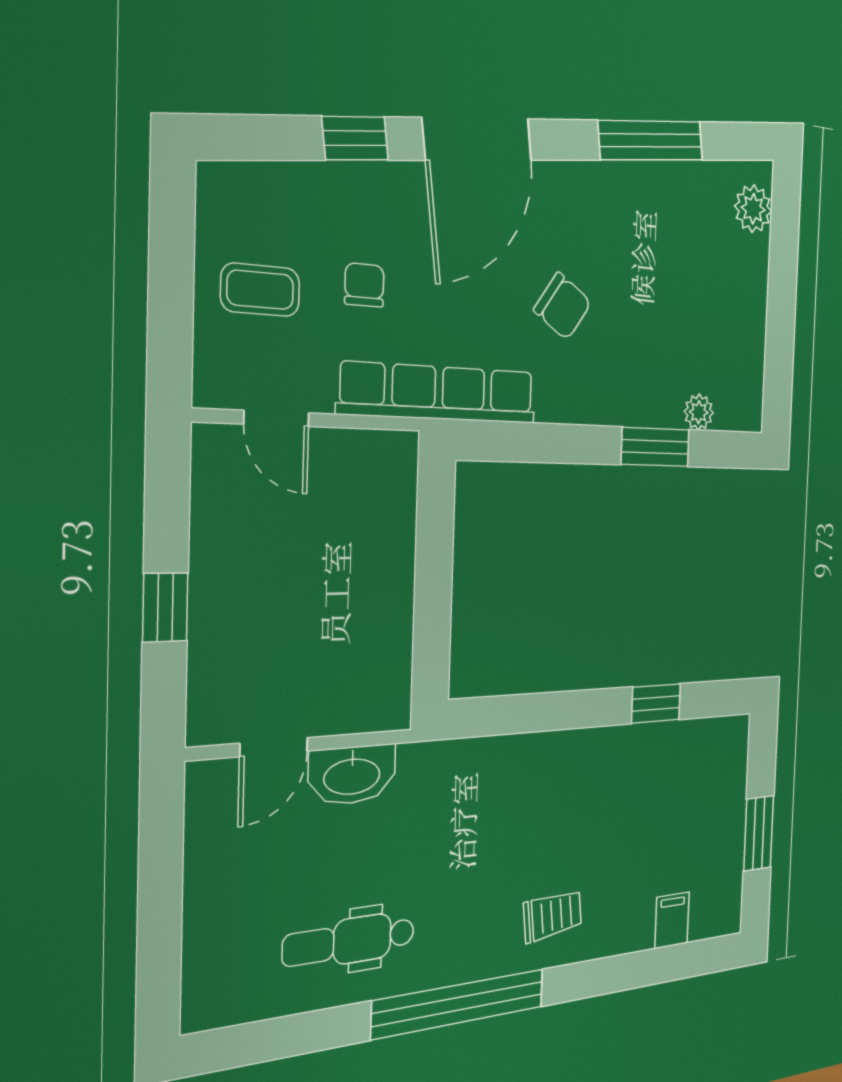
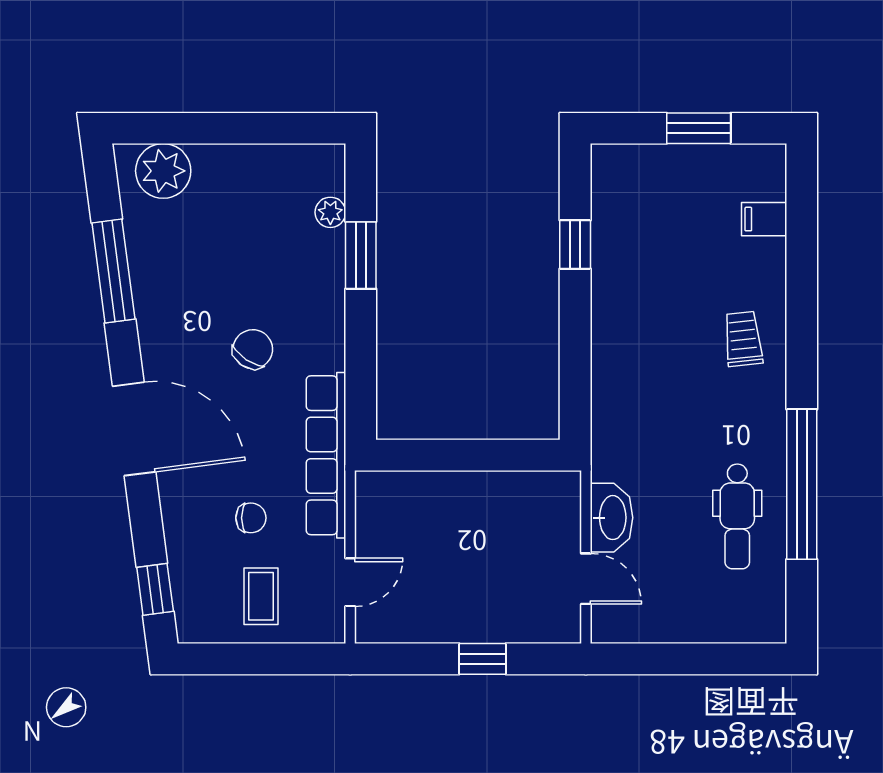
window: (355, 138) -> (155, 589), moved
plant: (753, 209) -> (163, 171), width x1.36, depth x1.36
chair: (364, 285) -> (251, 518), turned 180
window: (459, 1004) -> (802, 484), moved

